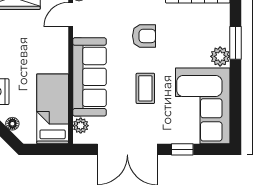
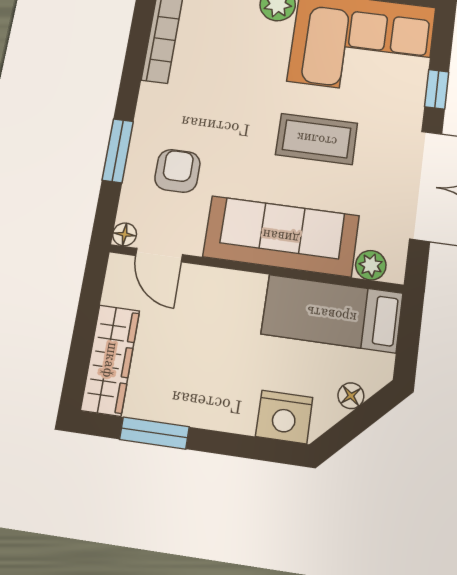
armchair: (144, 36) -> (177, 171), moved
coffee table: (145, 88) -> (317, 139), width x1.36, depth x1.30

